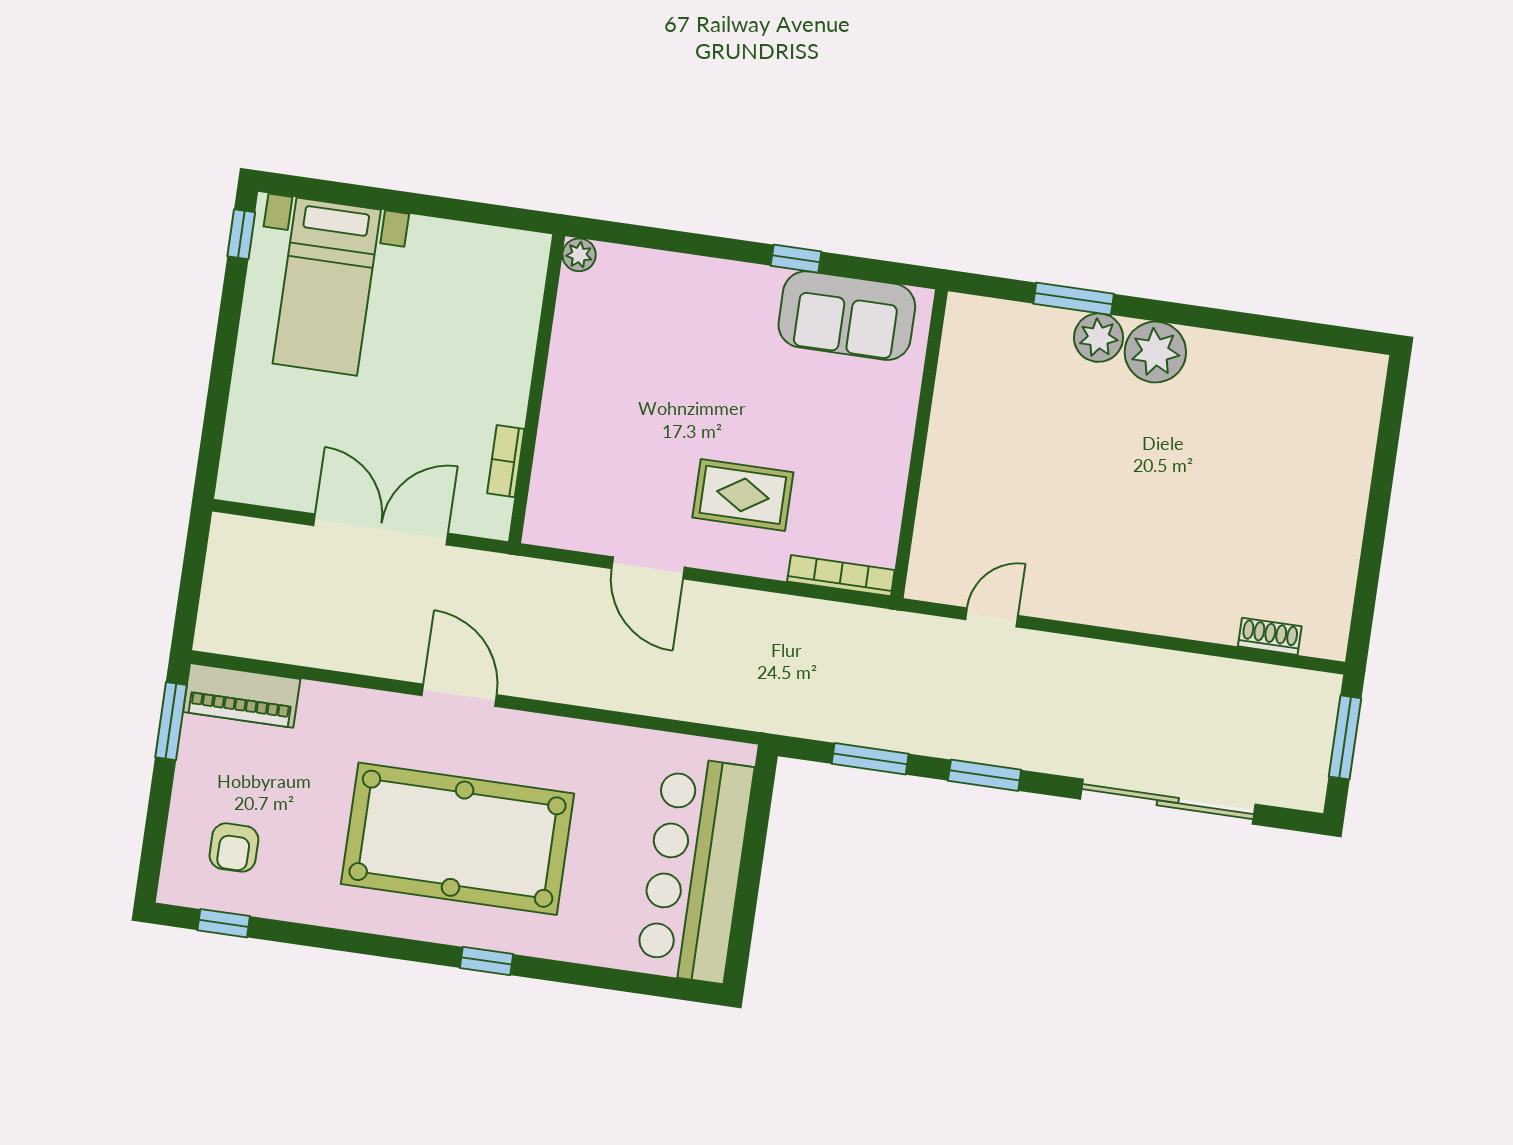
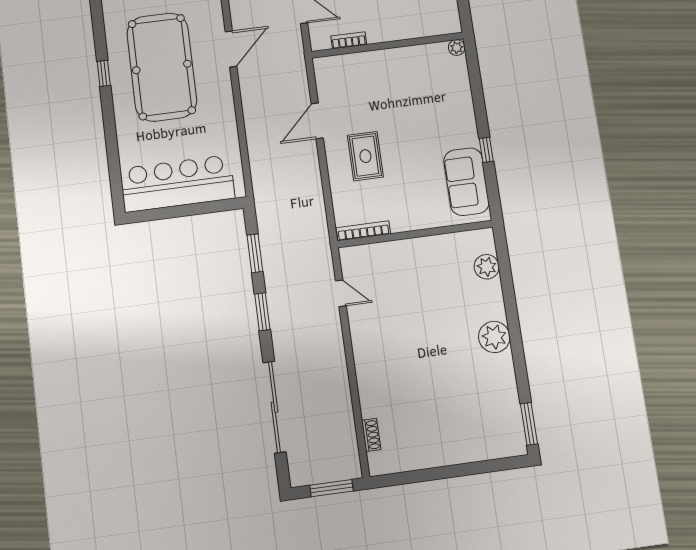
window: (1074, 299) -> (529, 424), moved
plant: (1098, 338) -> (487, 267), moved
bookcase: (841, 576) -> (363, 231), moved, turned -90
window: (486, 961) -> (104, 73), moved

